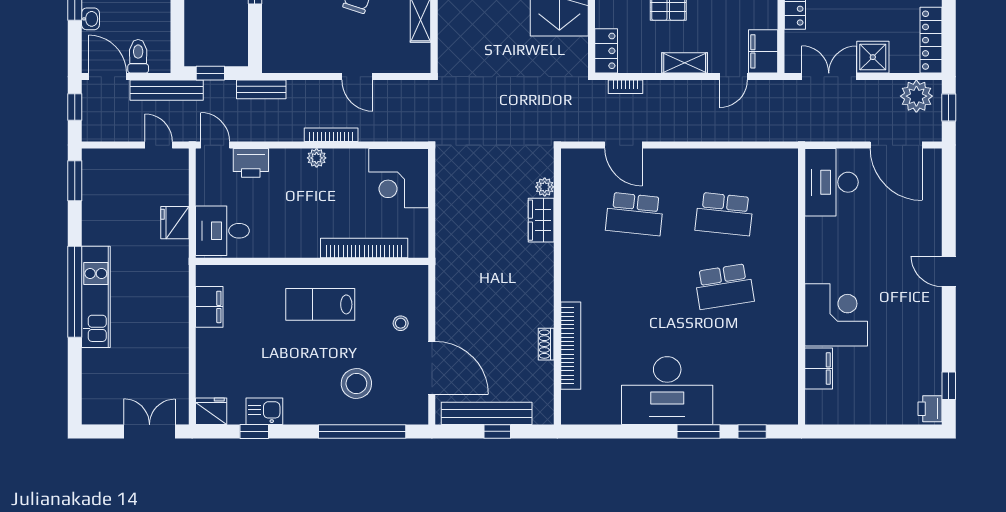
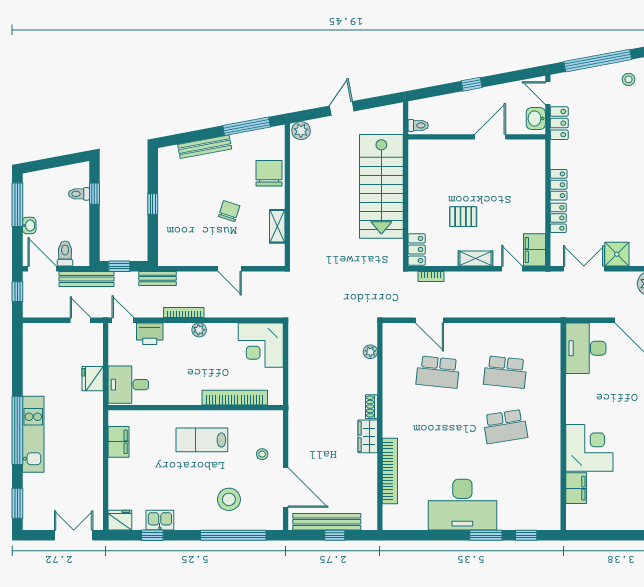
door: (733, 77) -> (512, 269), swing flipped
bookcase: (331, 135) -> (184, 313), moved
window: (75, 181) -> (17, 503), moved
wardrobe: (541, 220) -> (368, 436), moved
shoe rack: (546, 344) -> (371, 407), moved

